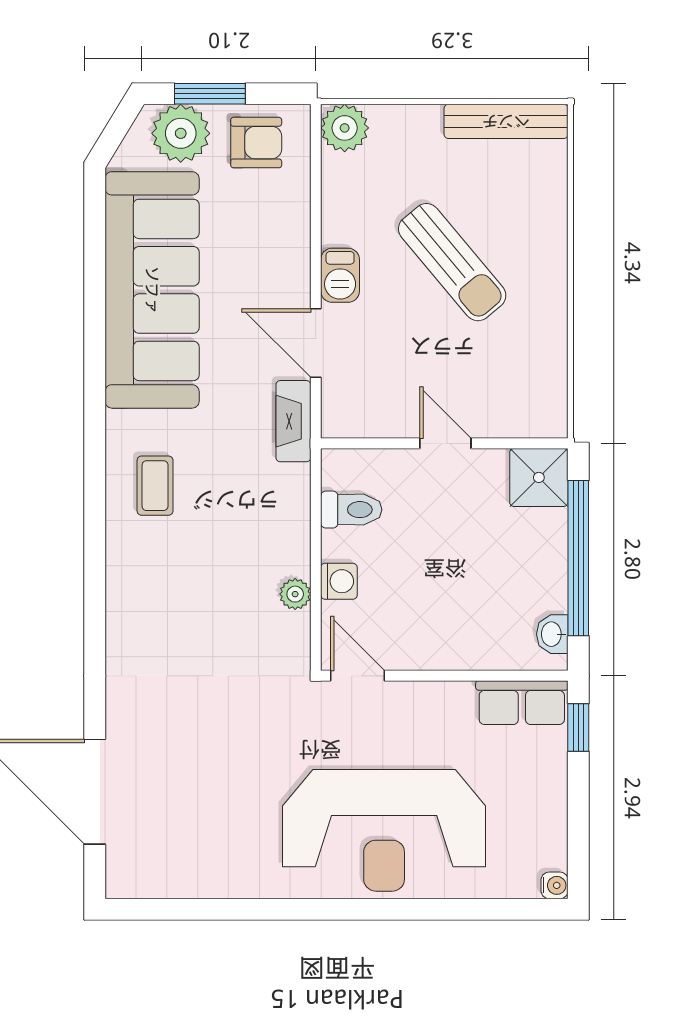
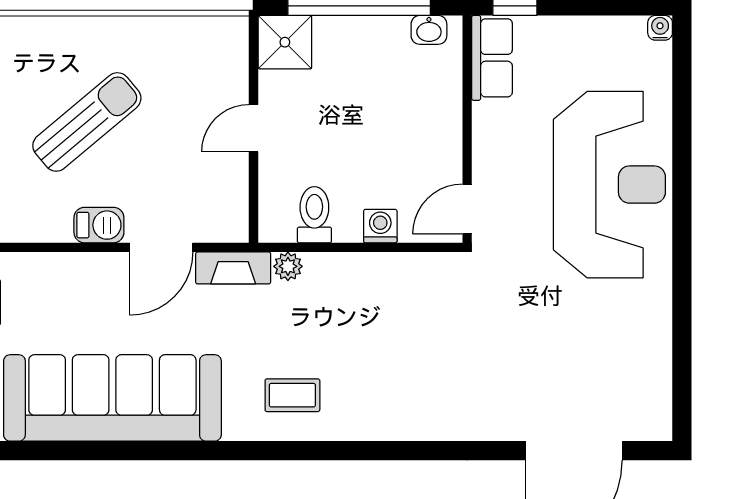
plant: (295, 594) -> (288, 266), moved

